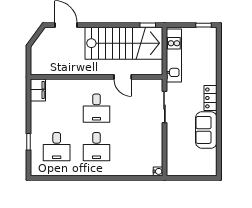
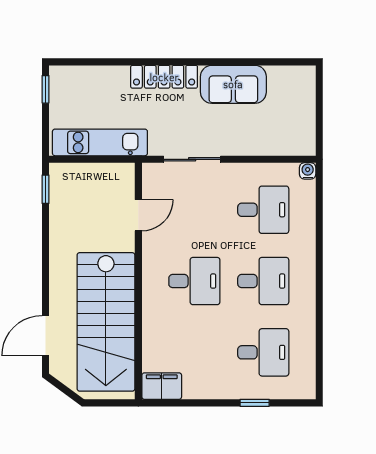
stairs: (124, 43) -> (106, 322), moved, turned 180
door: (123, 77) -> (138, 215), moved
locker: (211, 98) -> (164, 77), width x1.53
desk: (136, 147) -> (263, 210), added

